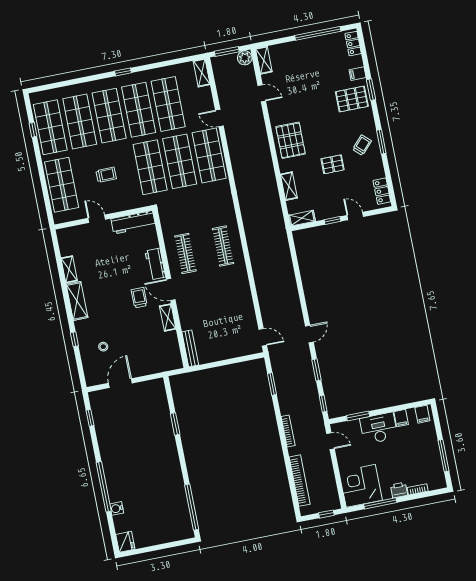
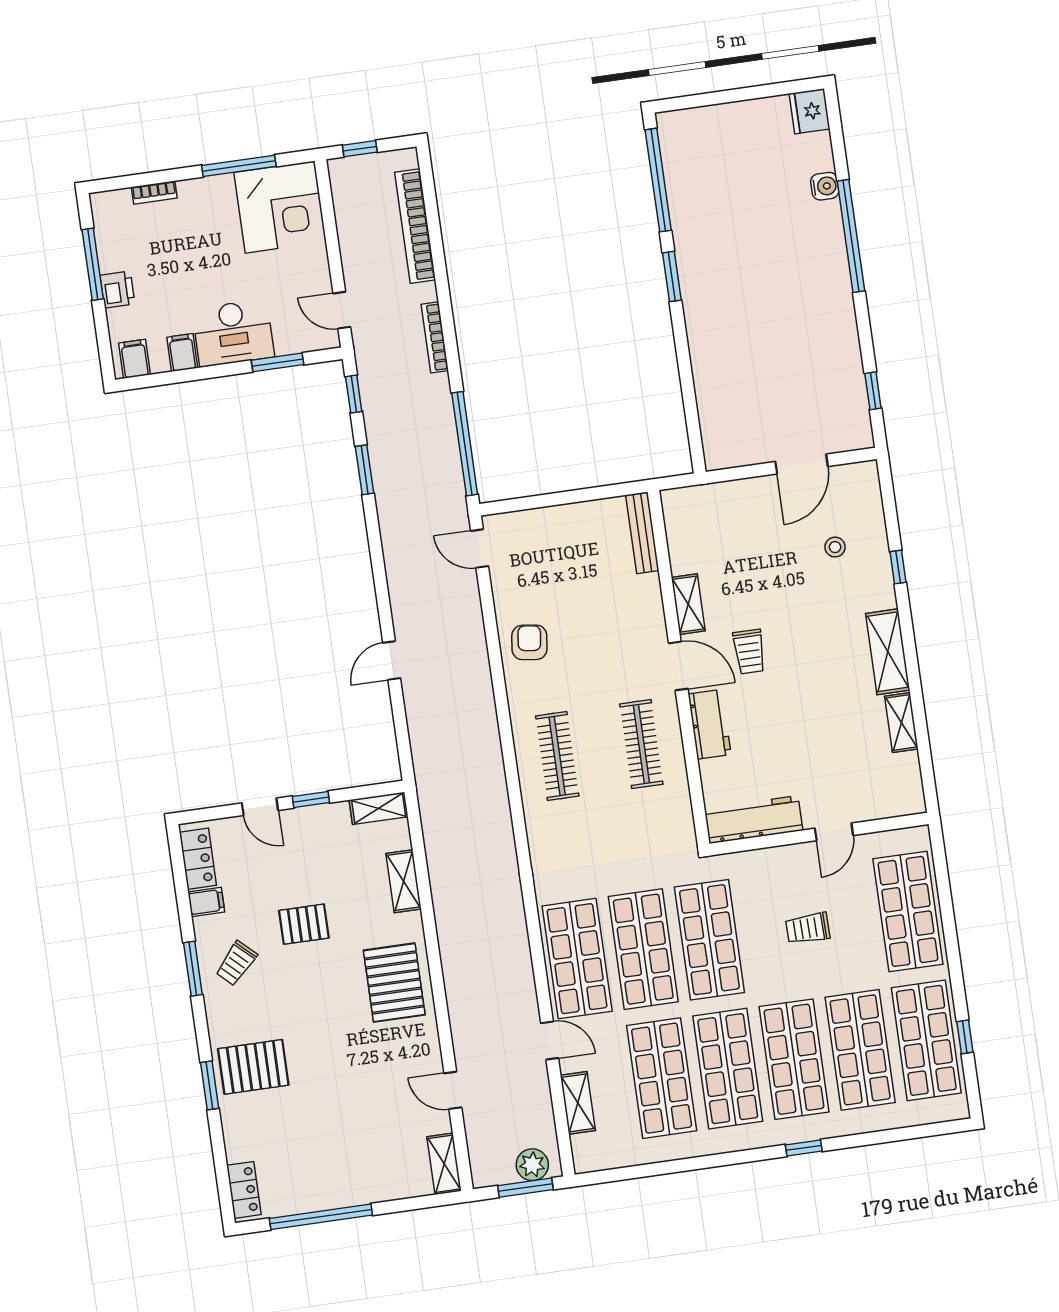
plant: (245, 58) -> (532, 1165), moved
window: (123, 72) -> (804, 1148), moved
shelving: (202, 73) -> (578, 1103), moved
filing cabinet: (358, 74) -> (206, 902), moved
door: (97, 219) -> (834, 832), hinge flipped
armchair: (238, 296) -> (529, 642), added
door: (309, 334) -> (392, 660), moved
window: (272, 384) -> (465, 444), width x2.11
window: (175, 424) -> (672, 276), moved
printer: (399, 490) -> (117, 290), moved, turned -90

